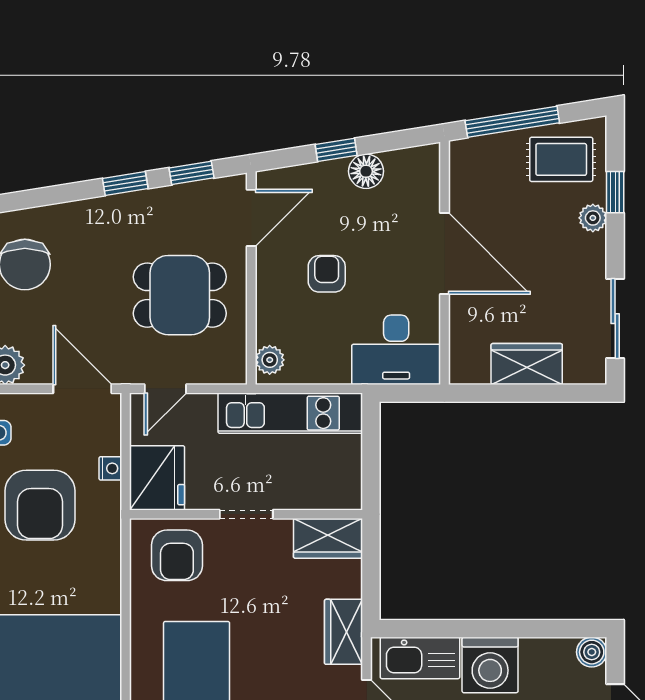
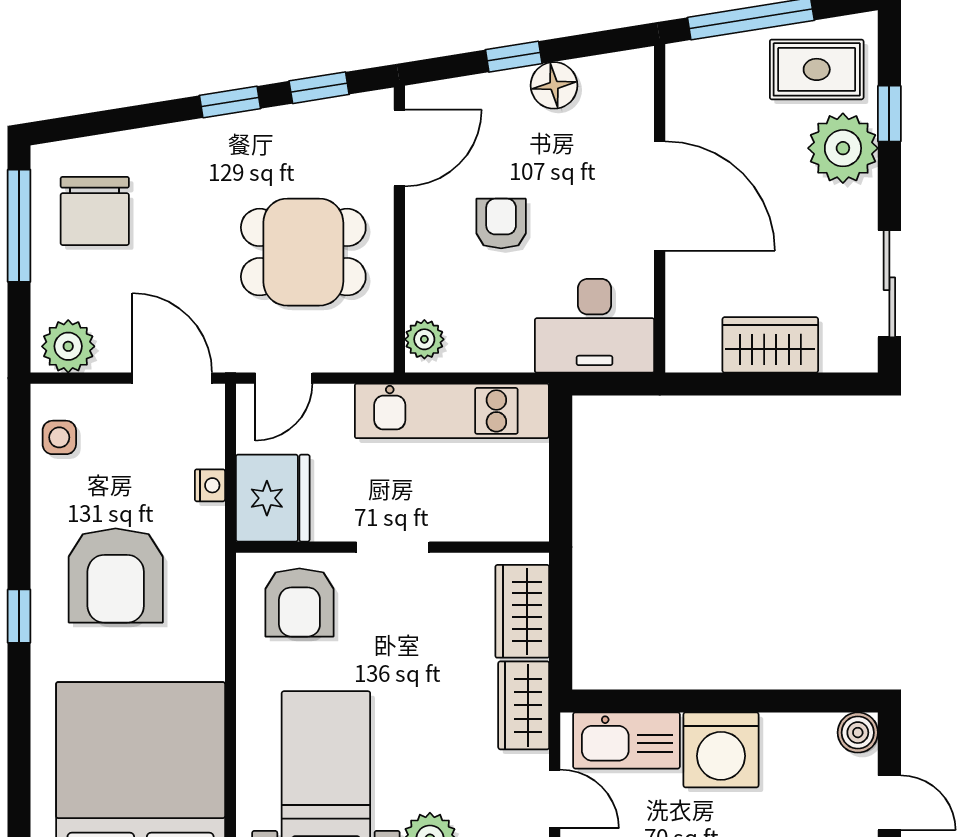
plant: (593, 218) -> (843, 148), width x1.88, depth x1.88
armchair: (40, 505) -> (116, 576), moved
wardrobe: (328, 538) -> (522, 611), moved, turned 90

